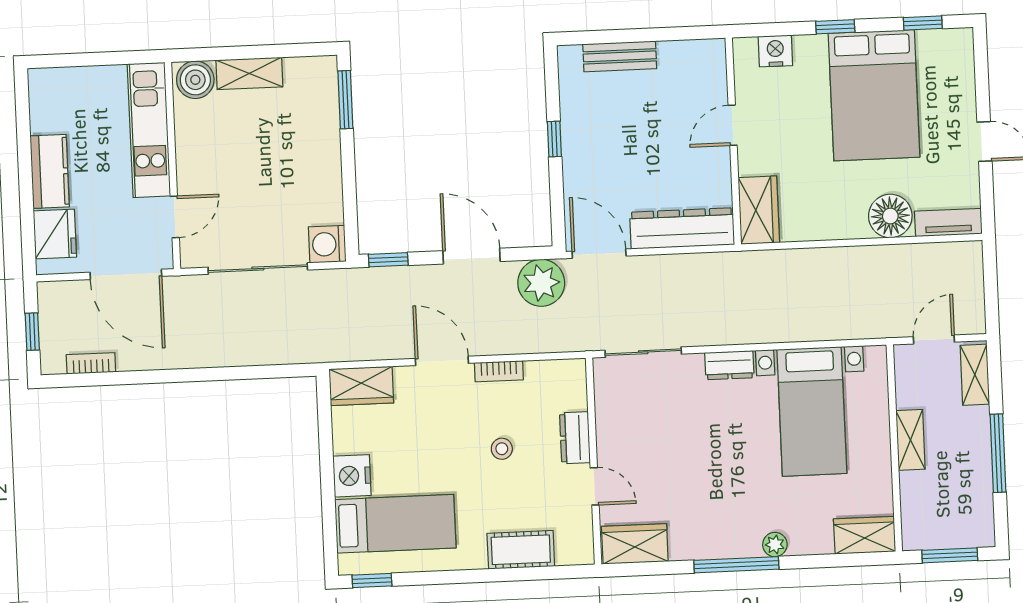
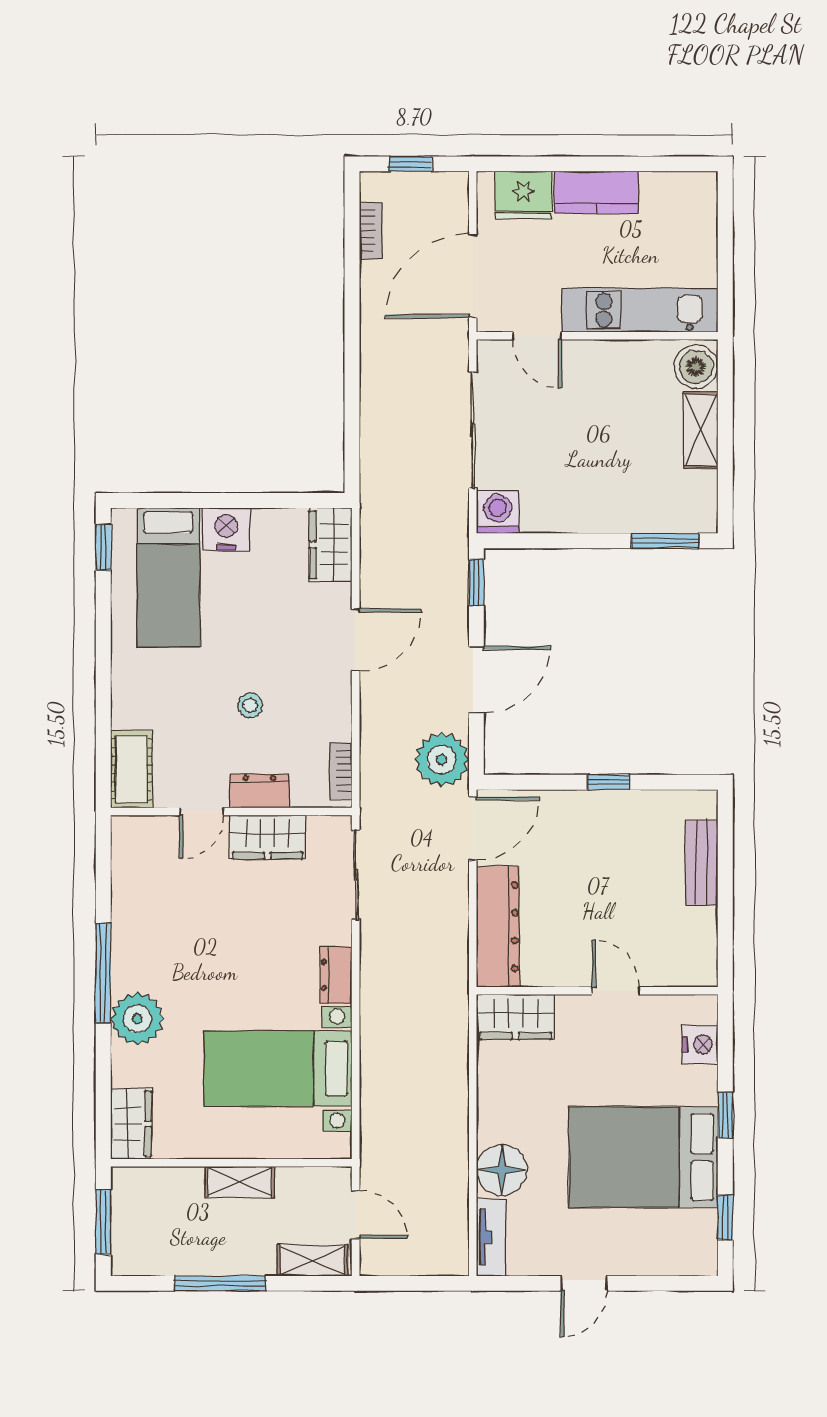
bookcase: (499, 371) -> (341, 771), moved
wardrobe: (635, 544) -> (268, 837), moved, turned 90
plant: (775, 545) -> (137, 1019), width x1.88, depth x1.88
cot: (521, 550) -> (132, 769), moved

